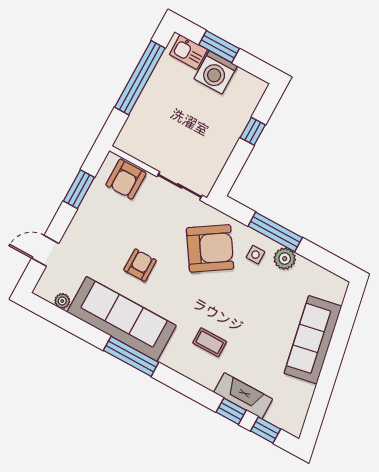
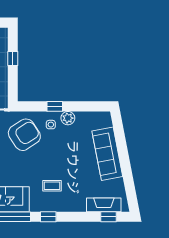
window: (275, 232) -> (55, 106), width x0.46
fireplace: (243, 396) -> (104, 205), moved
window: (231, 411) -> (48, 217), moved

